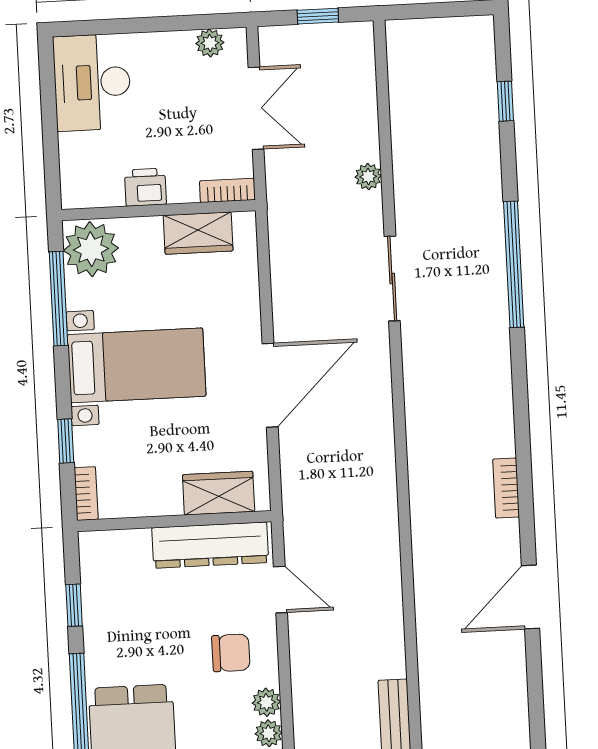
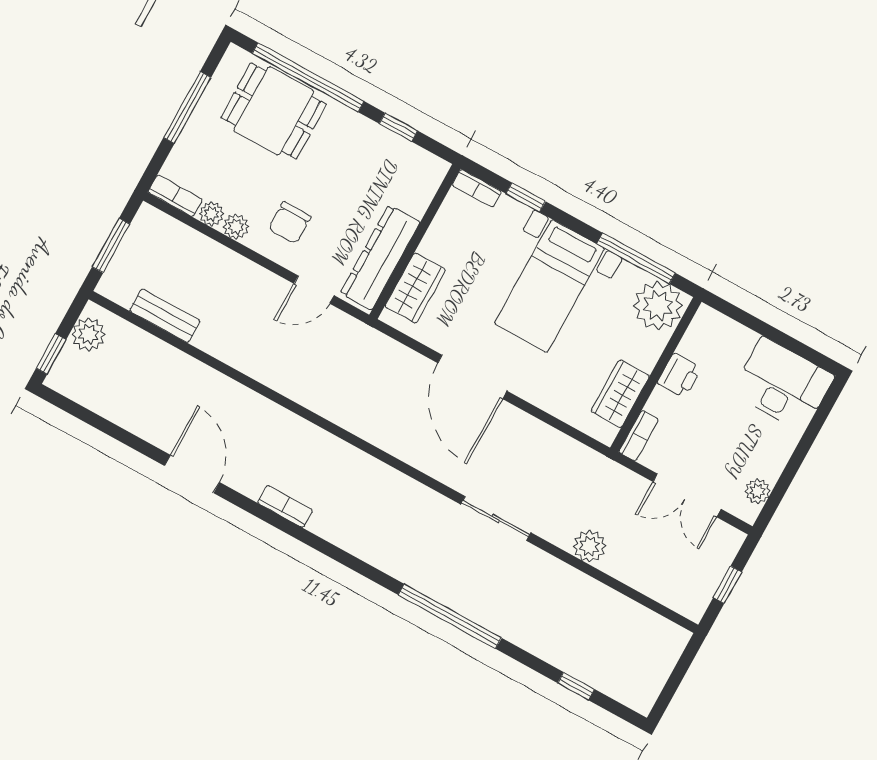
plant: (368, 177) -> (589, 546), width x1.38, depth x1.38

